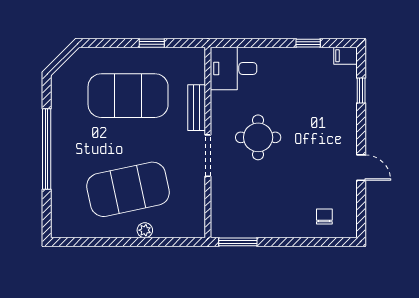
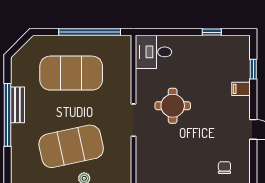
window: (152, 43) -> (90, 32), width x3.17
filing cabinet: (346, 56) -> (241, 89), moved
bench: (197, 108) -> (17, 105), moved

